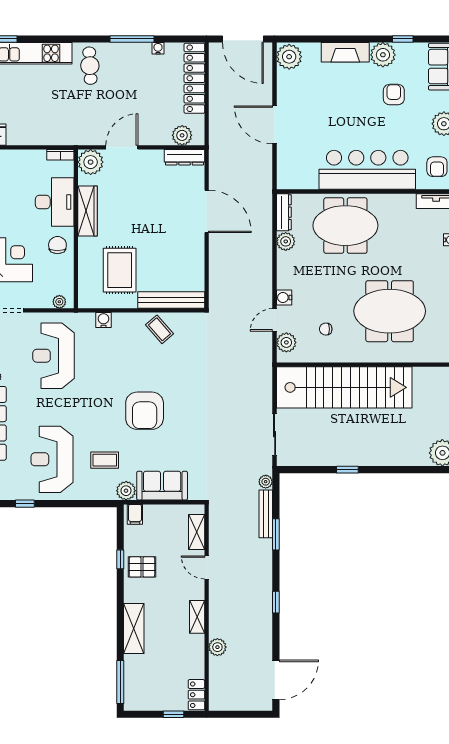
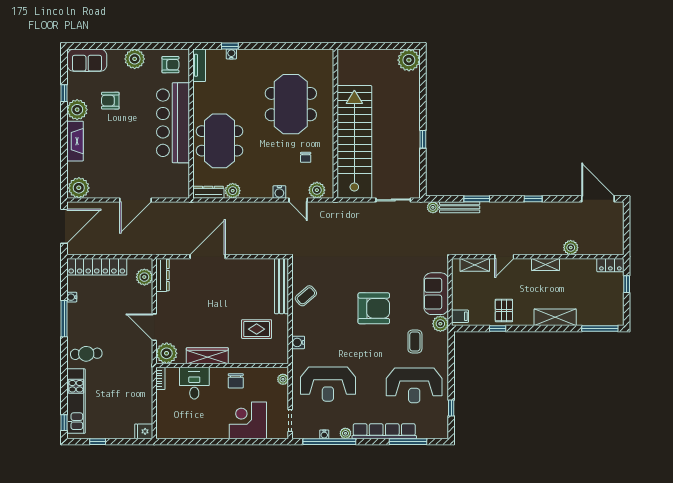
desk: (55, 202) -> (194, 383), width x0.73
chair: (57, 245) -> (236, 381), turned -90
rug: (120, 270) -> (257, 329), width x0.73, depth x0.70

